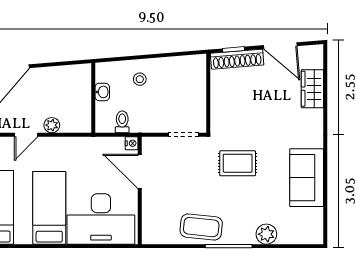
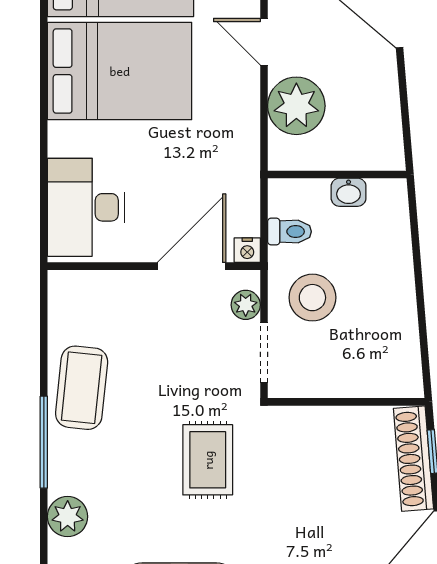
stool: (140, 79) -> (312, 298), moved, width x1.89, depth x1.89
plant: (52, 125) -> (296, 106), width x1.88, depth x1.88
plant: (159, 144) -> (246, 305), added
bed: (49, 208) -> (120, 71), width x1.50
desk: (101, 219) -> (86, 207), width x0.73, depth x0.77

